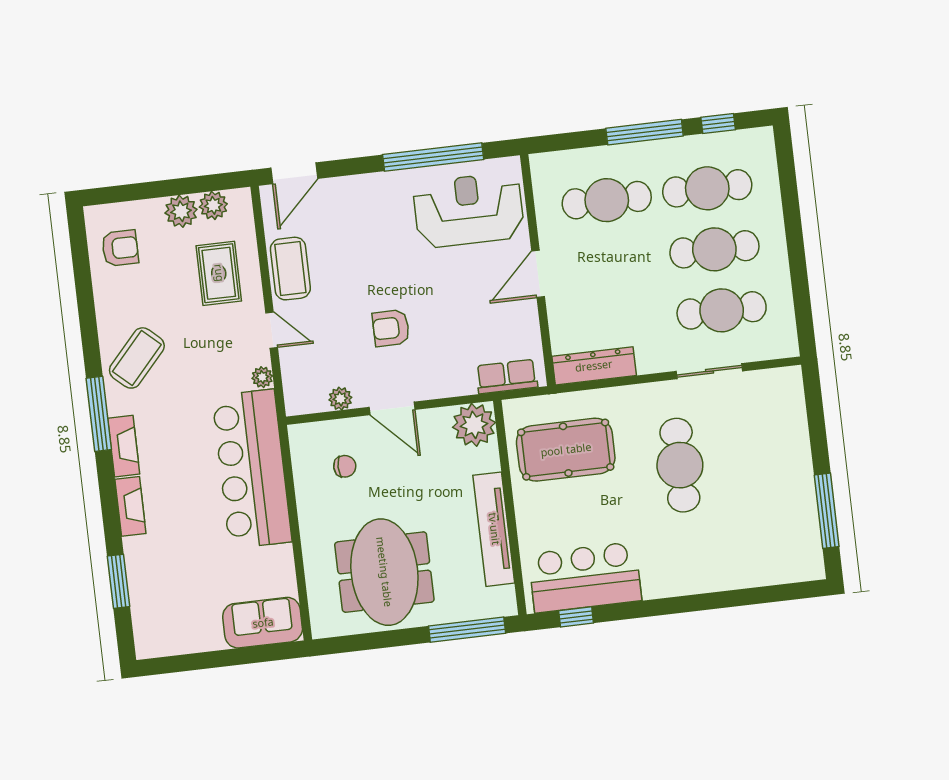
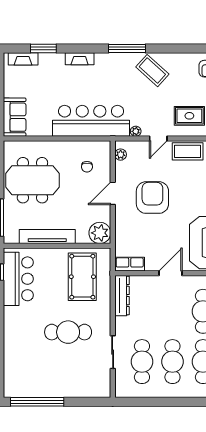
door: (538, 274) -> (171, 273), hinge flipped
armchair: (391, 328) -> (152, 198), width x1.88, depth x1.88
row of seats: (507, 377) -> (130, 264), moved, turned -90
plant: (340, 399) -> (121, 155), moved
fireplace: (124, 446) -> (23, 59), moved
window: (827, 511) -> (37, 402), width x1.46

